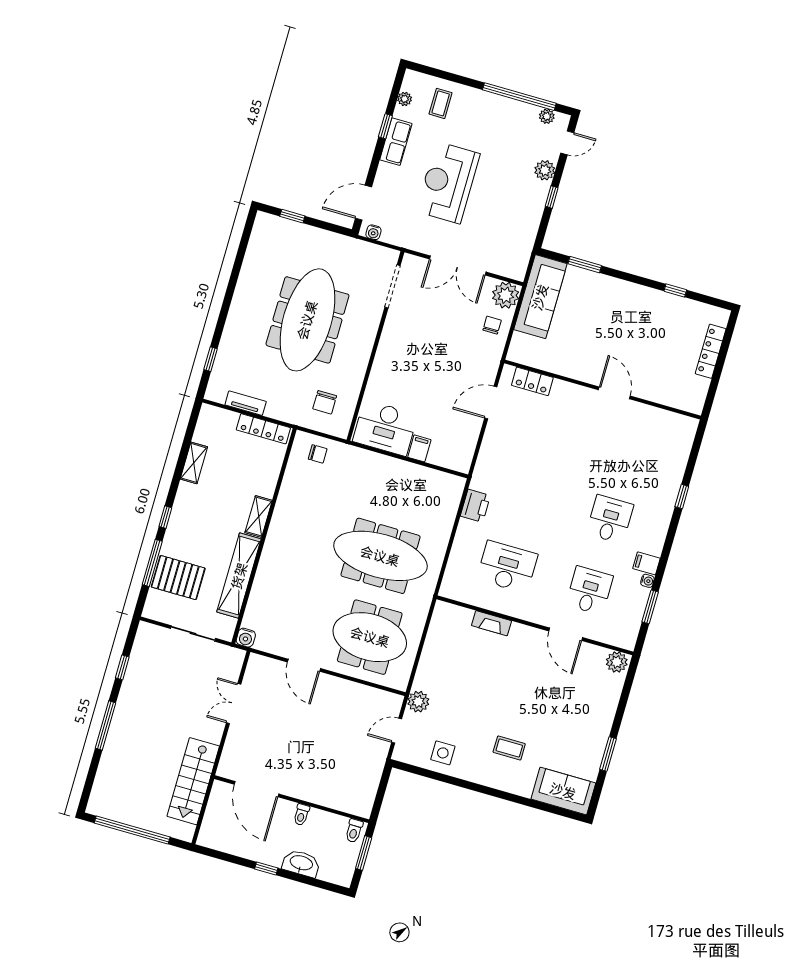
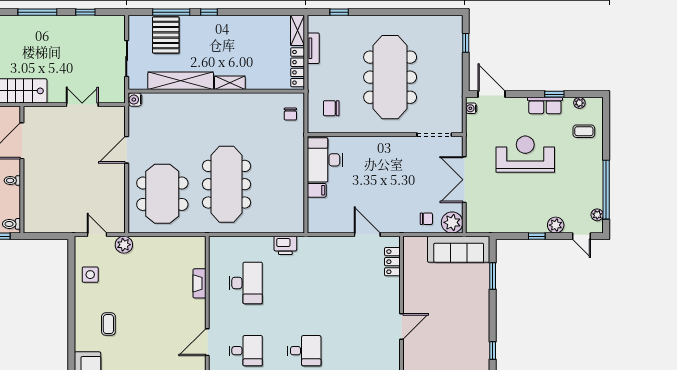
meeting table: (307, 320) -> (390, 77), turned 90
shelving: (194, 463) -> (297, 30), moved, turned 90

